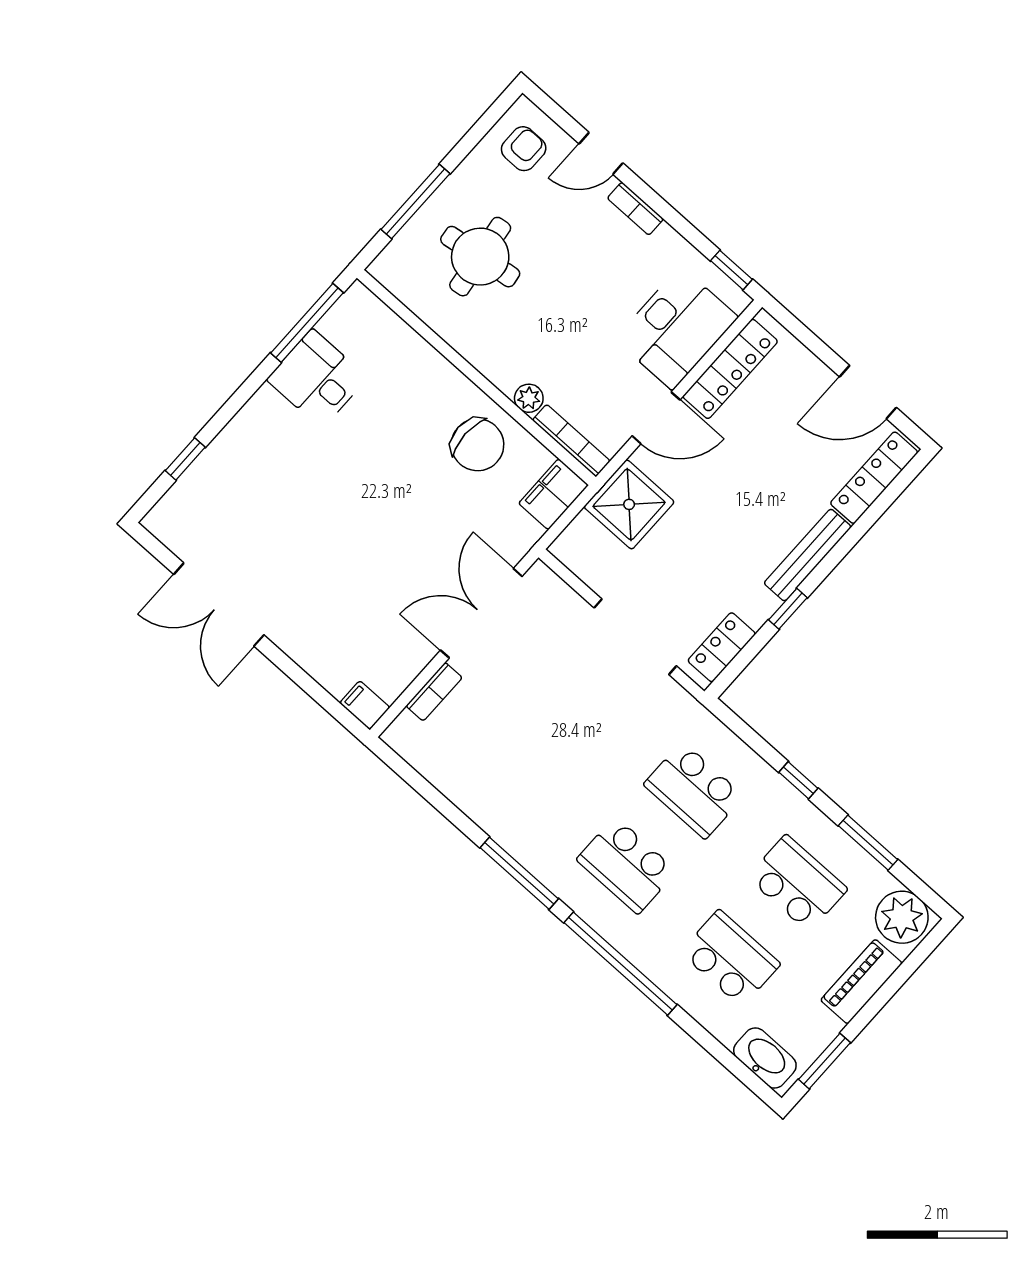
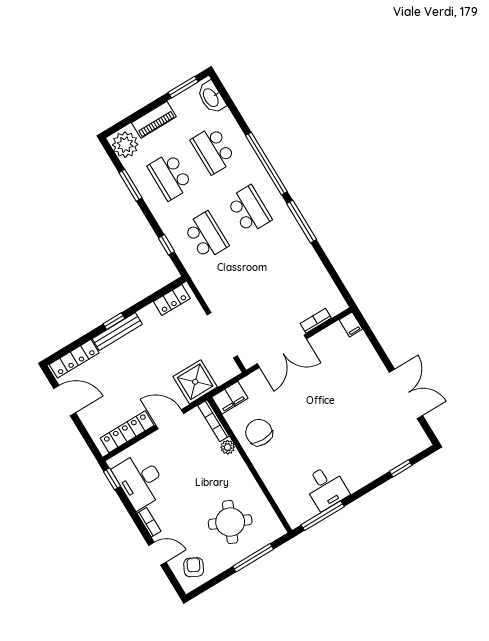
armchair: (524, 149) -> (194, 567), turned 117
round table: (480, 257) -> (230, 522), turned 32
desk: (677, 328) -> (140, 480), moved, turned -90
window: (788, 609) -> (114, 321), moved
doorway: (635, 637) -> (222, 335), moved
window: (798, 780) -> (166, 245), moved

